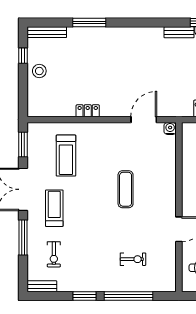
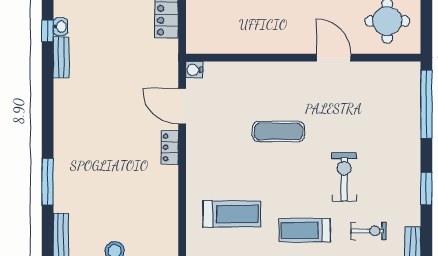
locker: (88, 111) -> (170, 147), moved
exercise bike: (133, 259) -> (344, 177), moved, width x1.38, depth x1.39
window: (129, 296) -> (426, 104), moved

